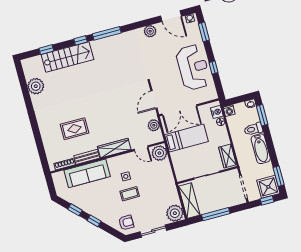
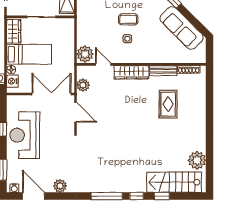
window: (46, 50) -> (162, 196), moved
stairs: (67, 57) -> (174, 182), moved
door: (154, 100) -> (76, 112), hinge flipped
rug: (75, 129) -> (168, 104), turned 90
bed: (186, 138) -> (29, 54), moved, turned 180
sofa: (87, 173) -> (182, 28), moved, turned -135
window: (75, 210) -> (191, 18), removed

